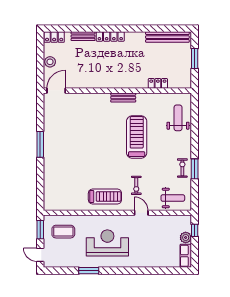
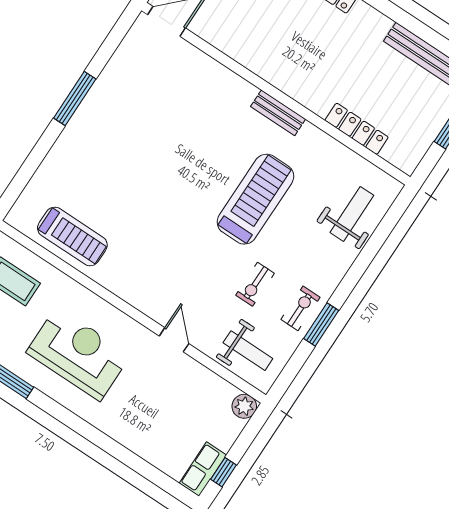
locker: (158, 83) -> (357, 129), width x1.53
exercise bike: (136, 185) -> (255, 284), moved
treadmill: (105, 196) -> (72, 236), moved
window: (195, 230) -> (223, 472), moved
plant: (186, 238) -> (244, 406), moved

